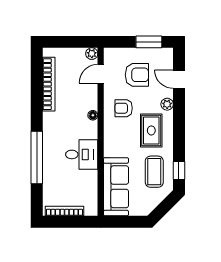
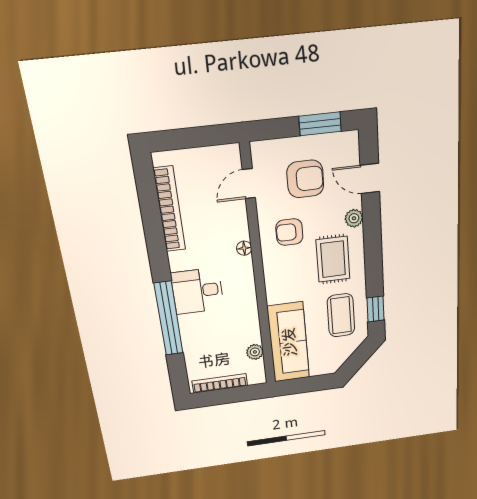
plant: (92, 54) -> (255, 352), moved
desk: (82, 154) -> (197, 291), moved, turned 180

